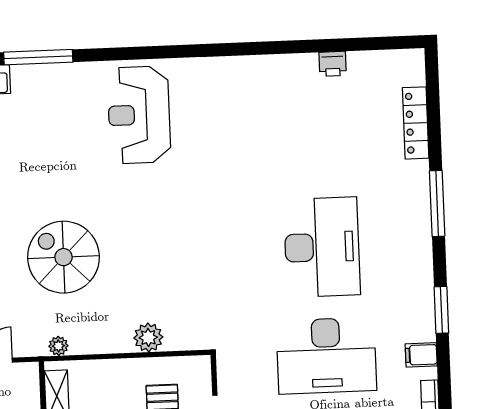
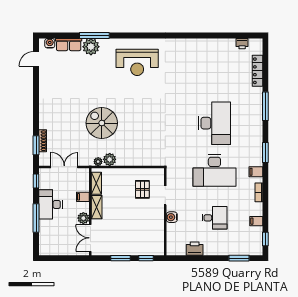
printer: (333, 64) -> (242, 44), moved
plant: (32, 83) -> (91, 47), added
reception desk: (139, 115) -> (137, 62), turned -90
plant: (148, 337) -> (110, 159), moved

